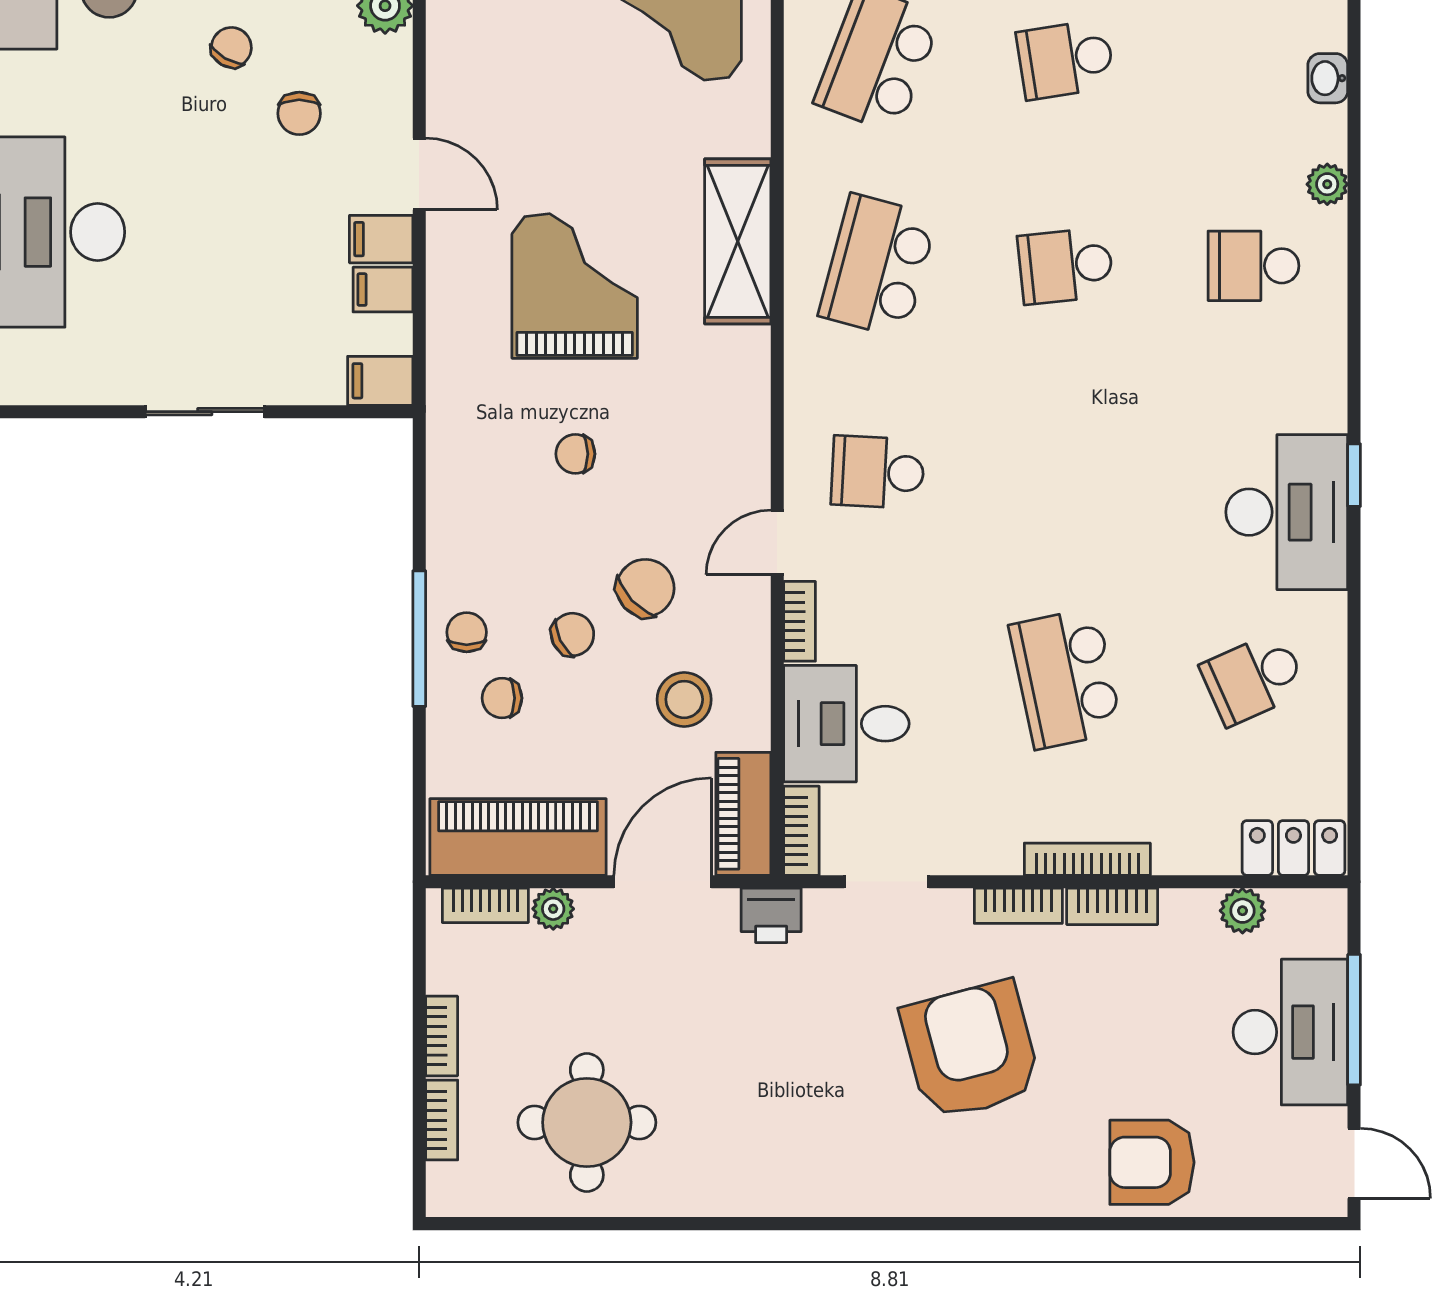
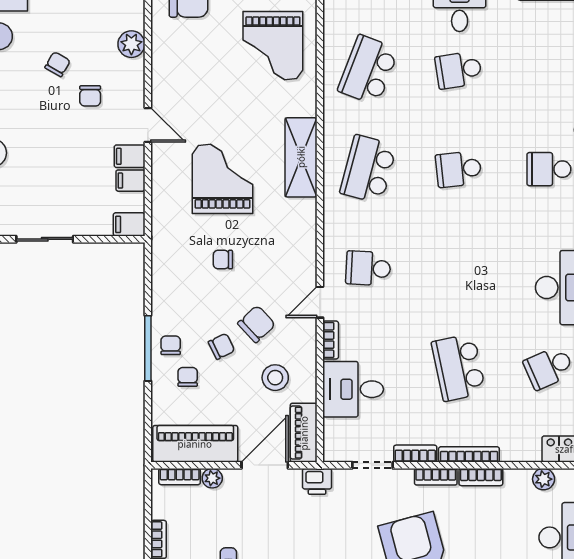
chair: (502, 698) -> (188, 377), turned 90
bookcase: (801, 831) -> (415, 454), moved, turned -90

